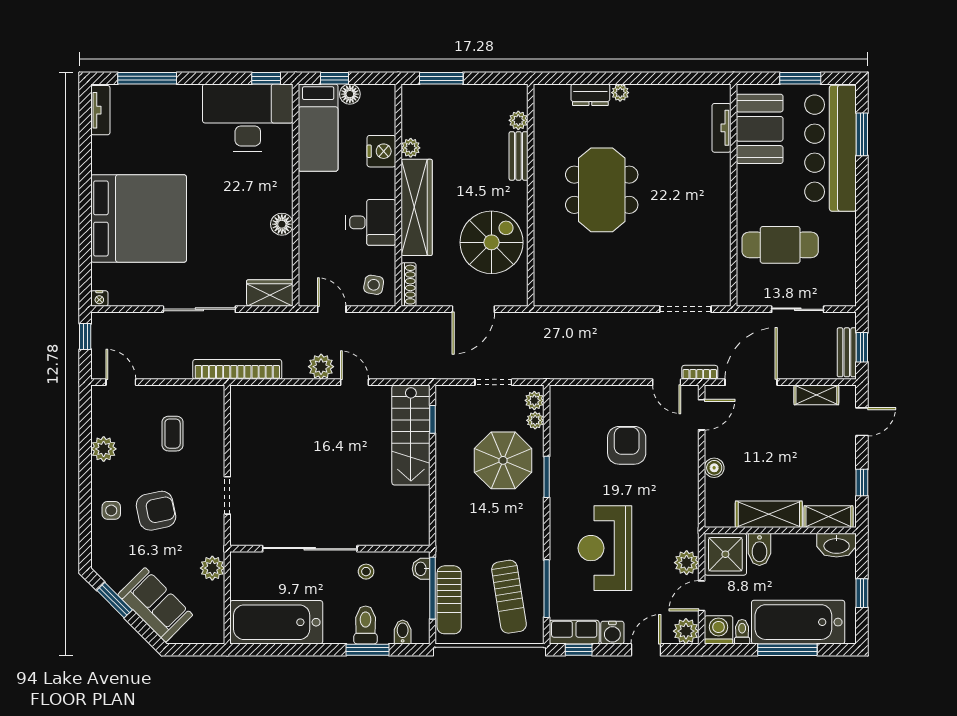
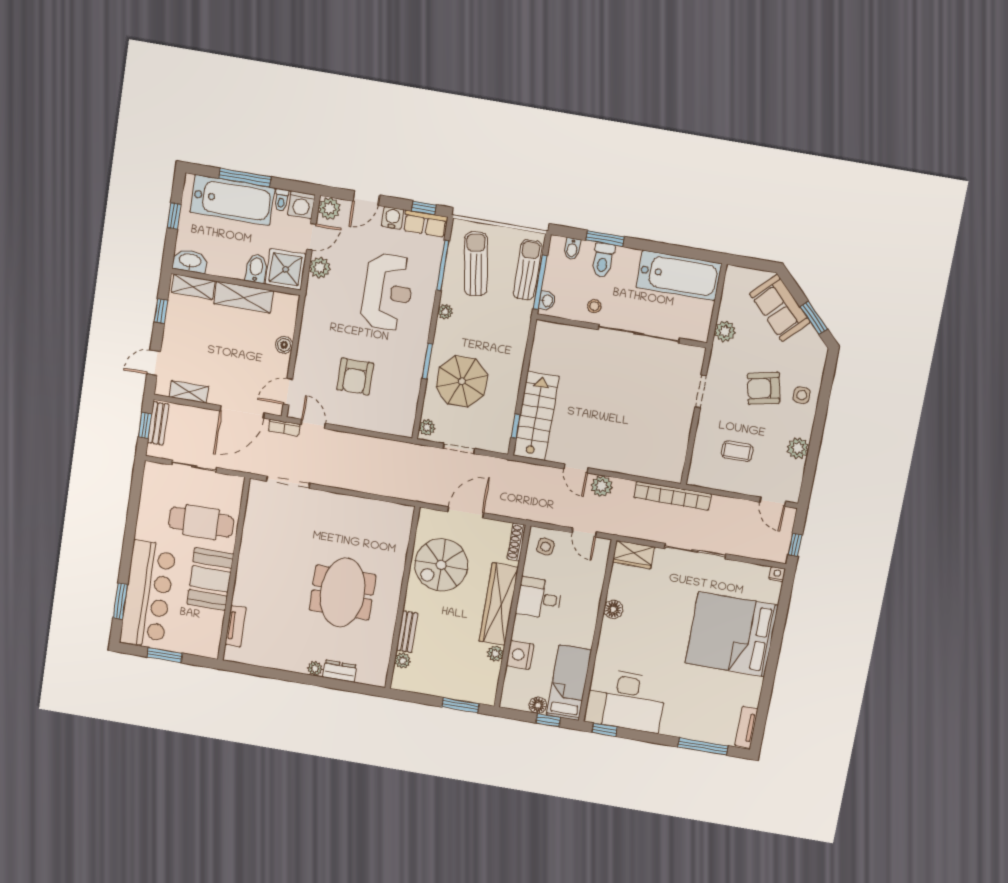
booth: (760, 129) -> (210, 579), moved
plant: (535, 420) -> (445, 312), moved
coffee table: (173, 434) -> (737, 451), turned 90

